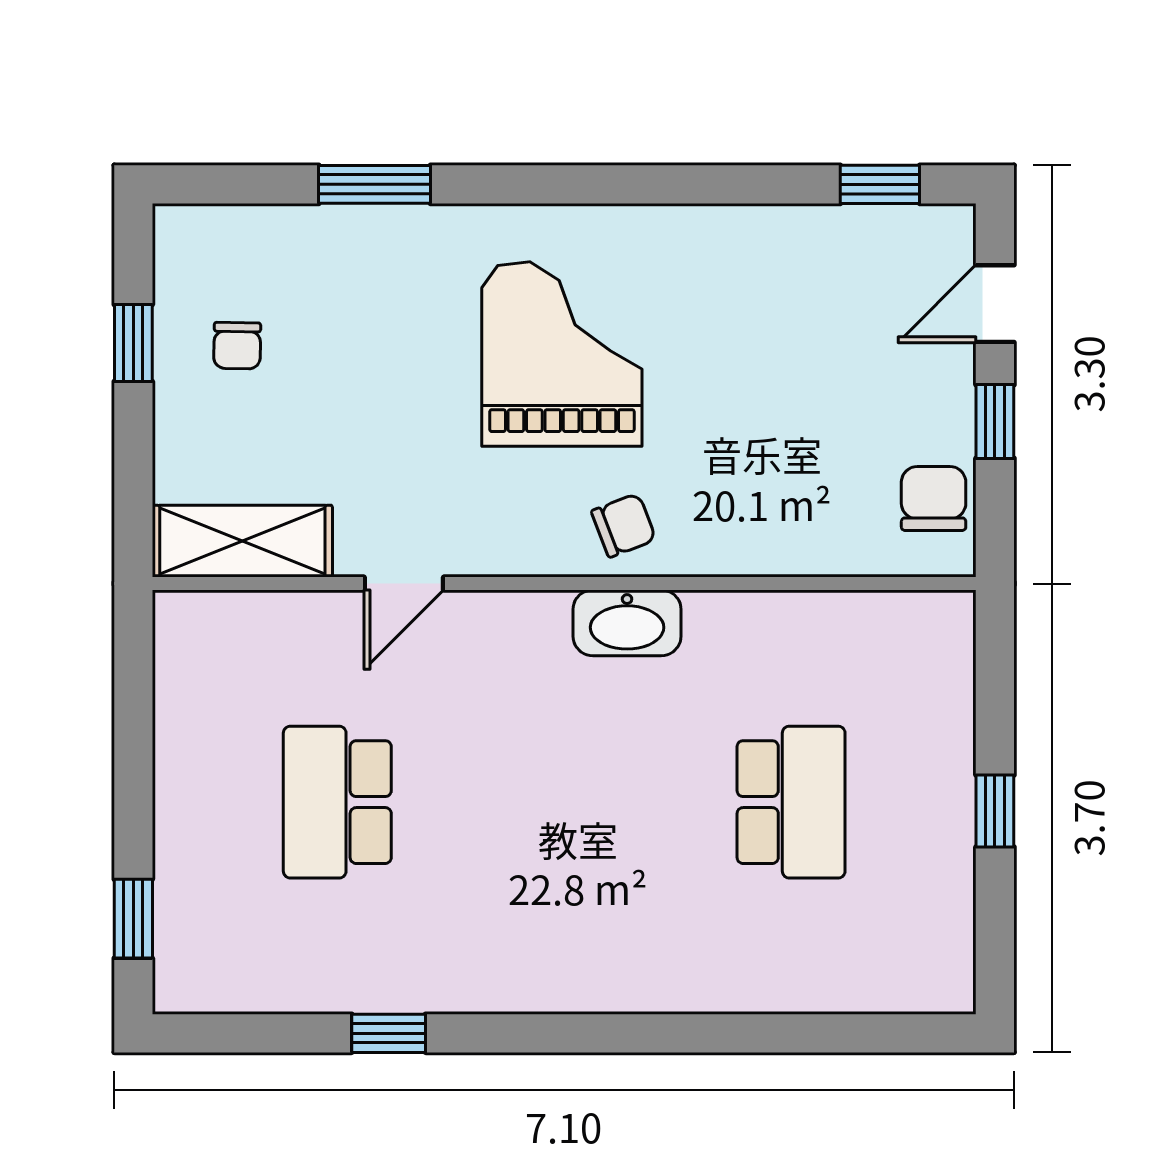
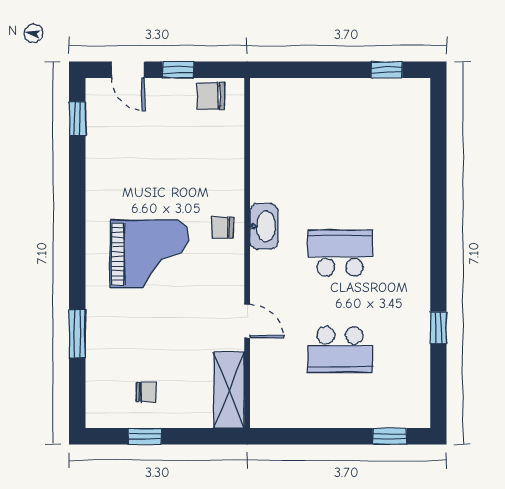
grand piano: (562, 354) -> (149, 254), turned 180
chair: (624, 525) -> (222, 228), turned -69
school desk: (791, 802) -> (340, 253), moved
window: (995, 811) -> (387, 70), moved

